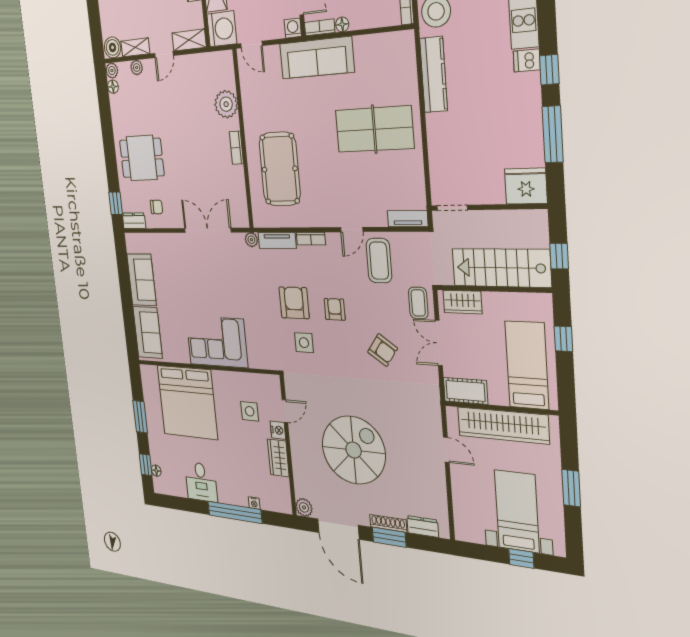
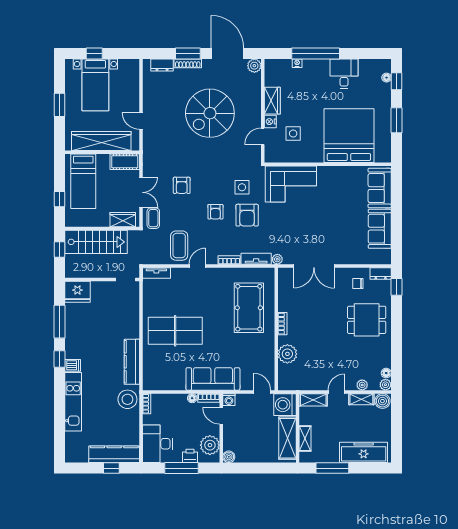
corner sofa: (217, 342) -> (291, 184), moved
armchair: (383, 350) -> (182, 185), turned -125

